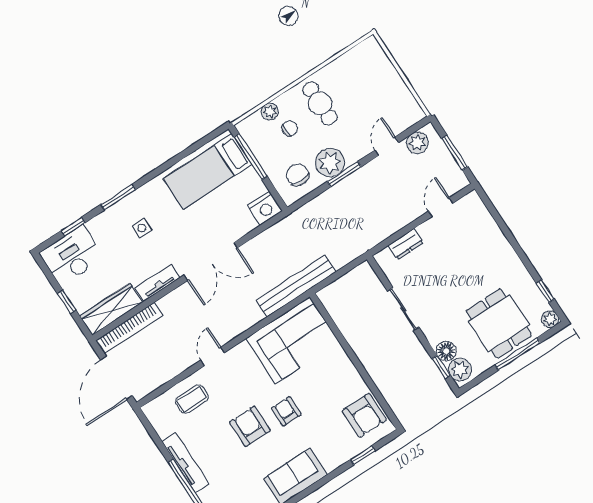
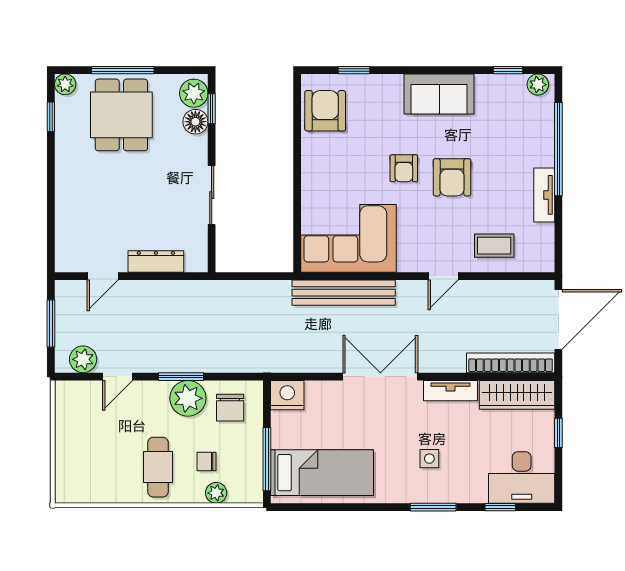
dresser: (406, 244) -> (156, 261), width x1.44
bench: (296, 286) -> (344, 293), moved
tv unit: (185, 462) -> (544, 195), width x0.71

